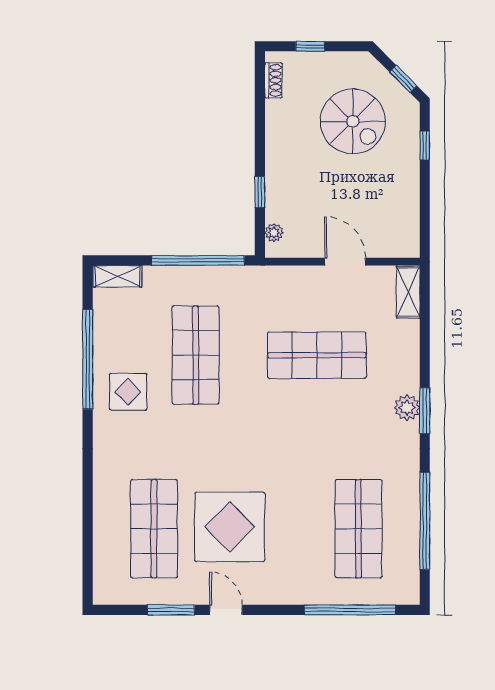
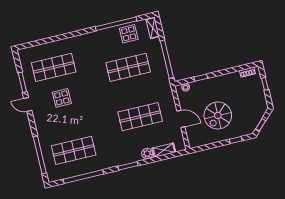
spiral stairs: (353, 121) -> (218, 115), moved
door: (345, 262) -> (181, 119), hinge flipped
shelving: (408, 292) -> (164, 150), moved
shop shelf: (317, 355) -> (140, 117), turned 90
display table: (128, 392) -> (129, 34), moved
plant: (407, 408) -> (147, 154), moved
display table: (230, 527) -> (62, 98), width x0.54, depth x0.54
door: (226, 610) -> (28, 104), swing flipped

